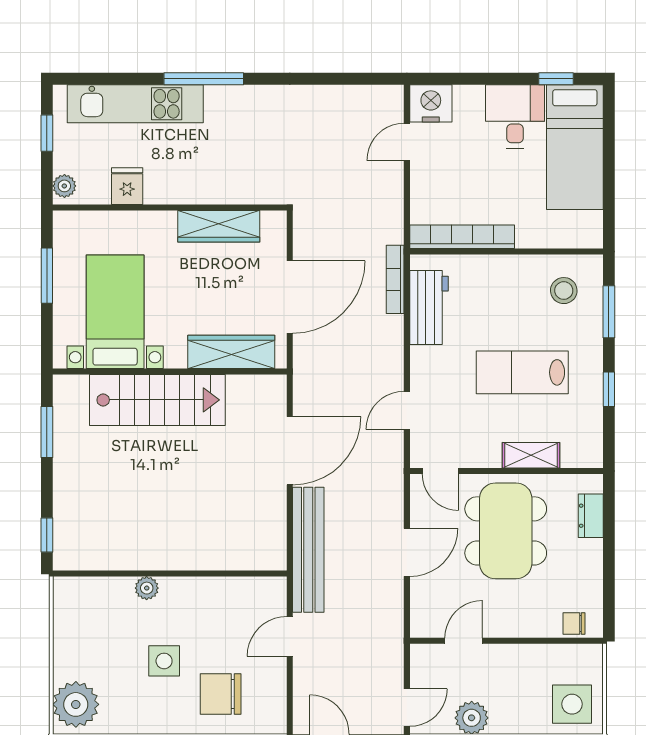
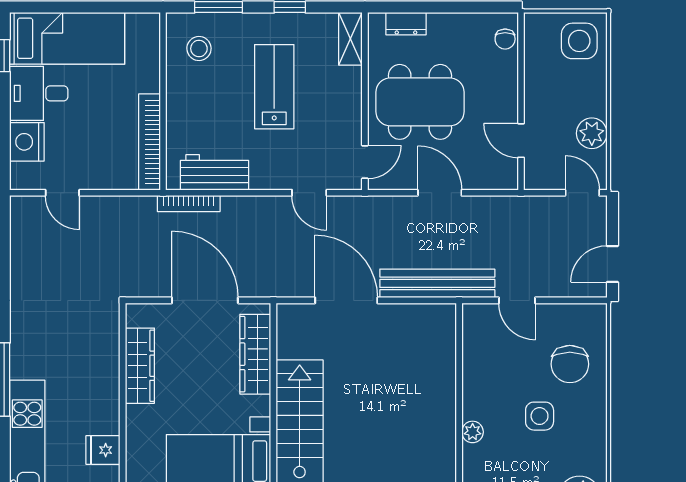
nightstand: (431, 103) -> (27, 142), moved
lab bench: (522, 372) -> (274, 87), turned 180
shelving: (531, 455) -> (350, 39), moved

